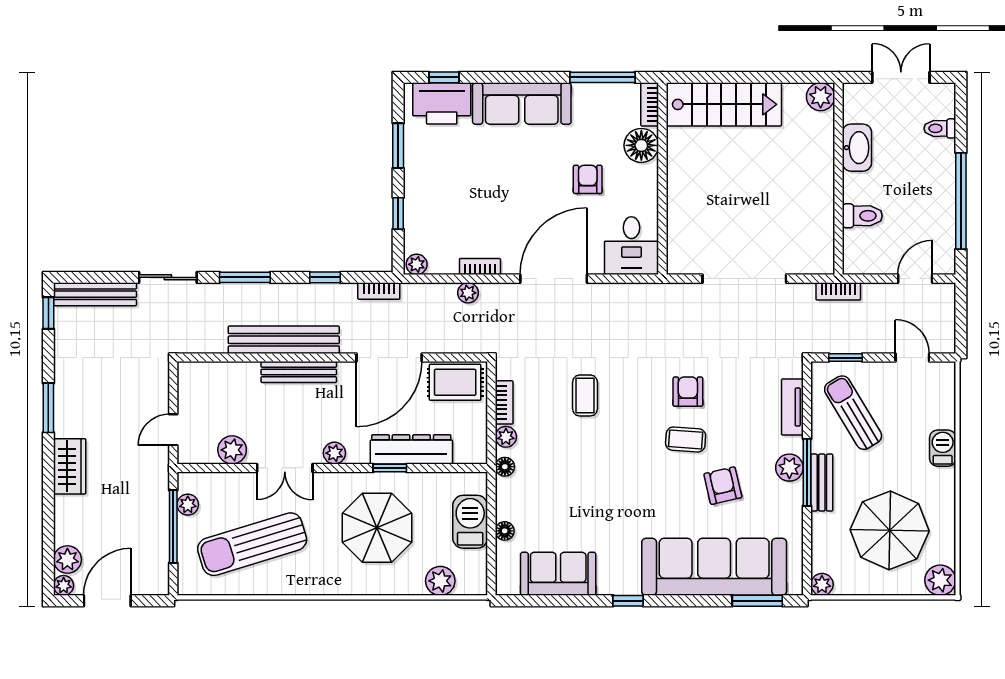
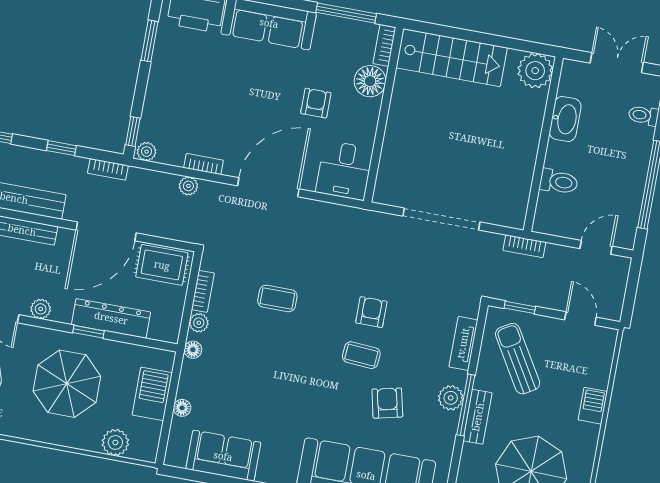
plant: (821, 97) -> (535, 71), width x1.36, depth x1.36
window: (398, 213) -> (133, 131), moved
coffee table: (585, 395) -> (277, 298), turned 90

